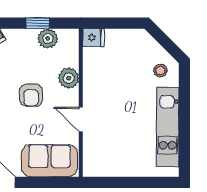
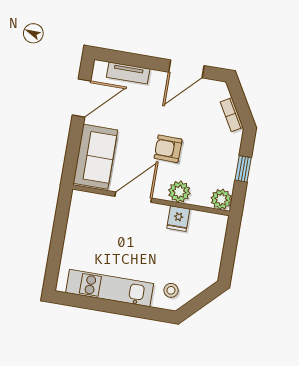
fridge: (93, 38) -> (178, 219), moved
plant: (48, 39) -> (221, 199), moved
door: (81, 119) -> (133, 197), width x1.38

